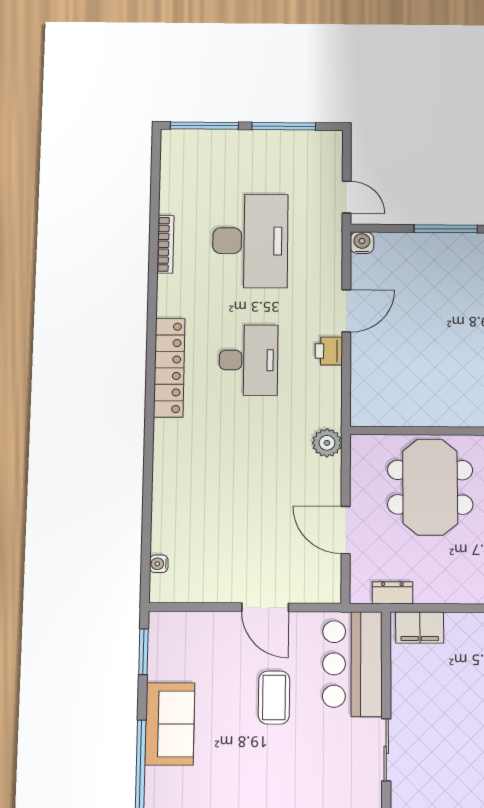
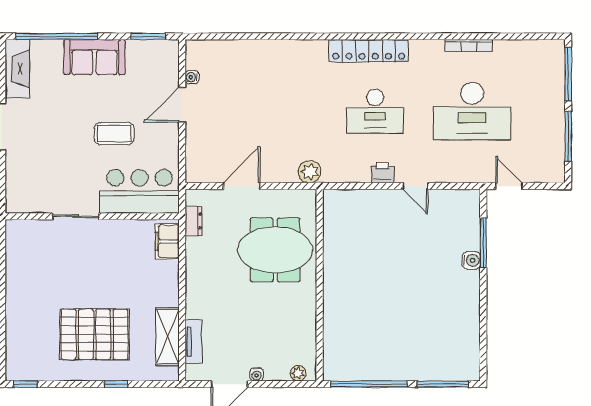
door: (347, 197) -> (509, 186), swing flipped
window: (446, 229) -> (483, 243), moved
water cooler: (362, 243) -> (471, 260), moved
door: (346, 311) -> (415, 186), width x0.73
water cooler: (159, 564) -> (192, 77), moved, turned -90
door: (265, 607) -> (182, 105), moved

